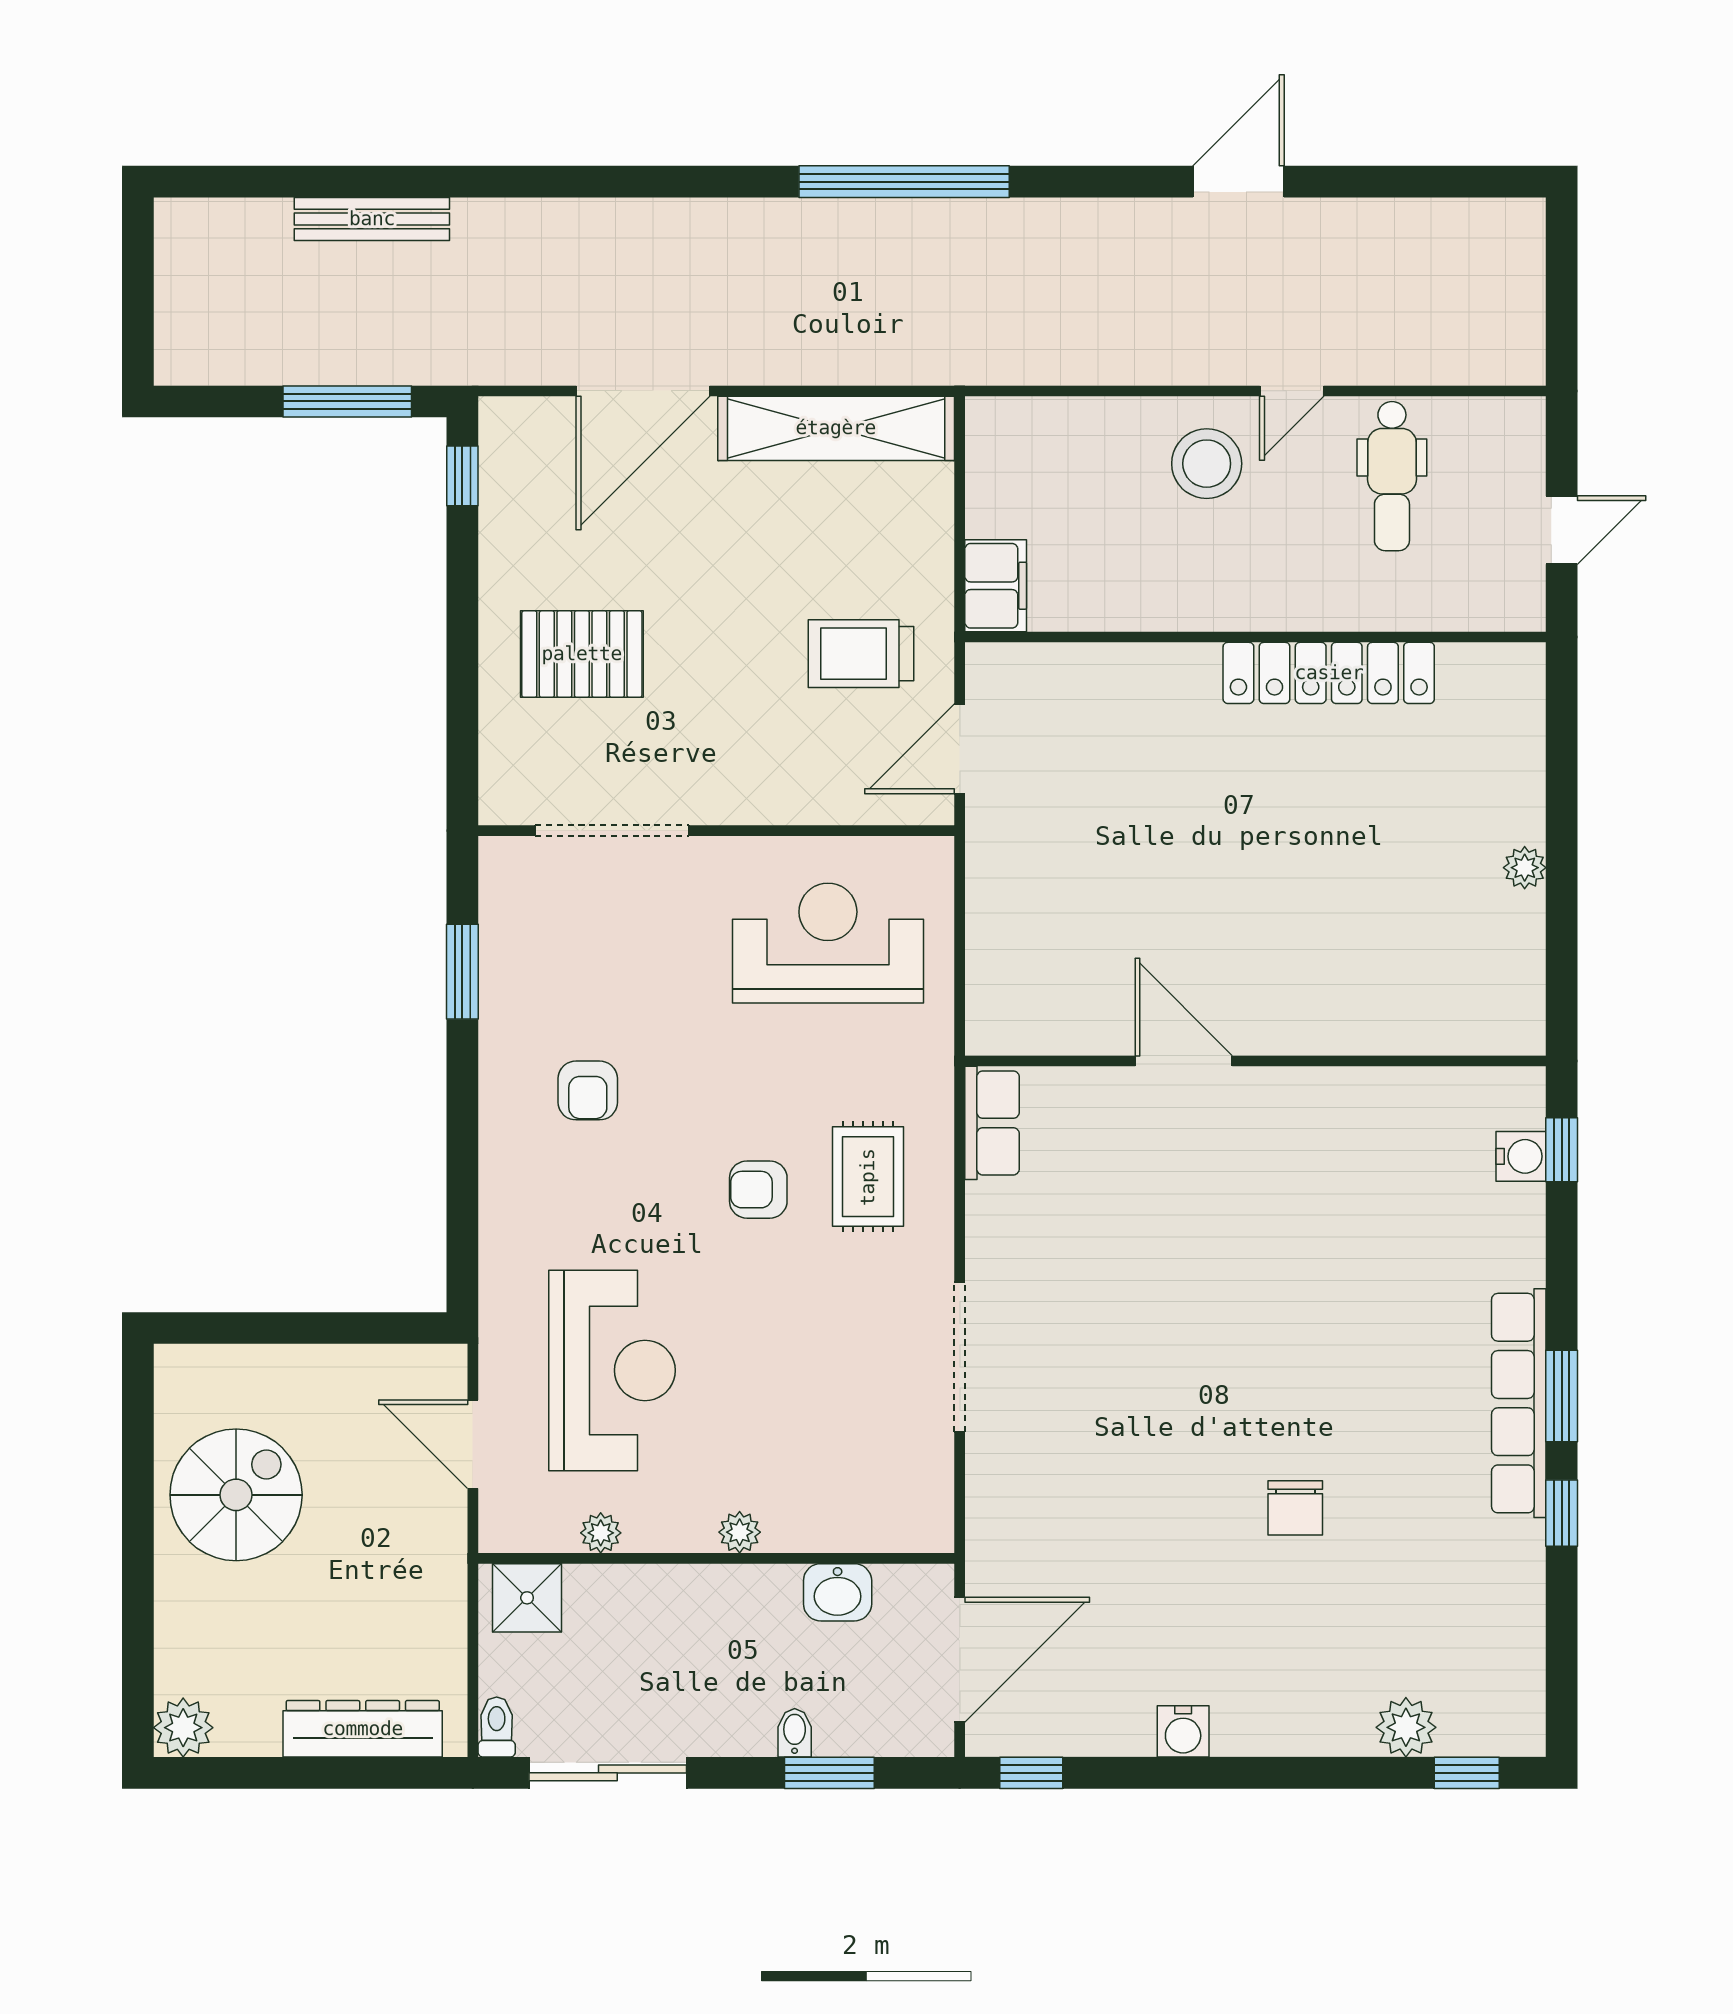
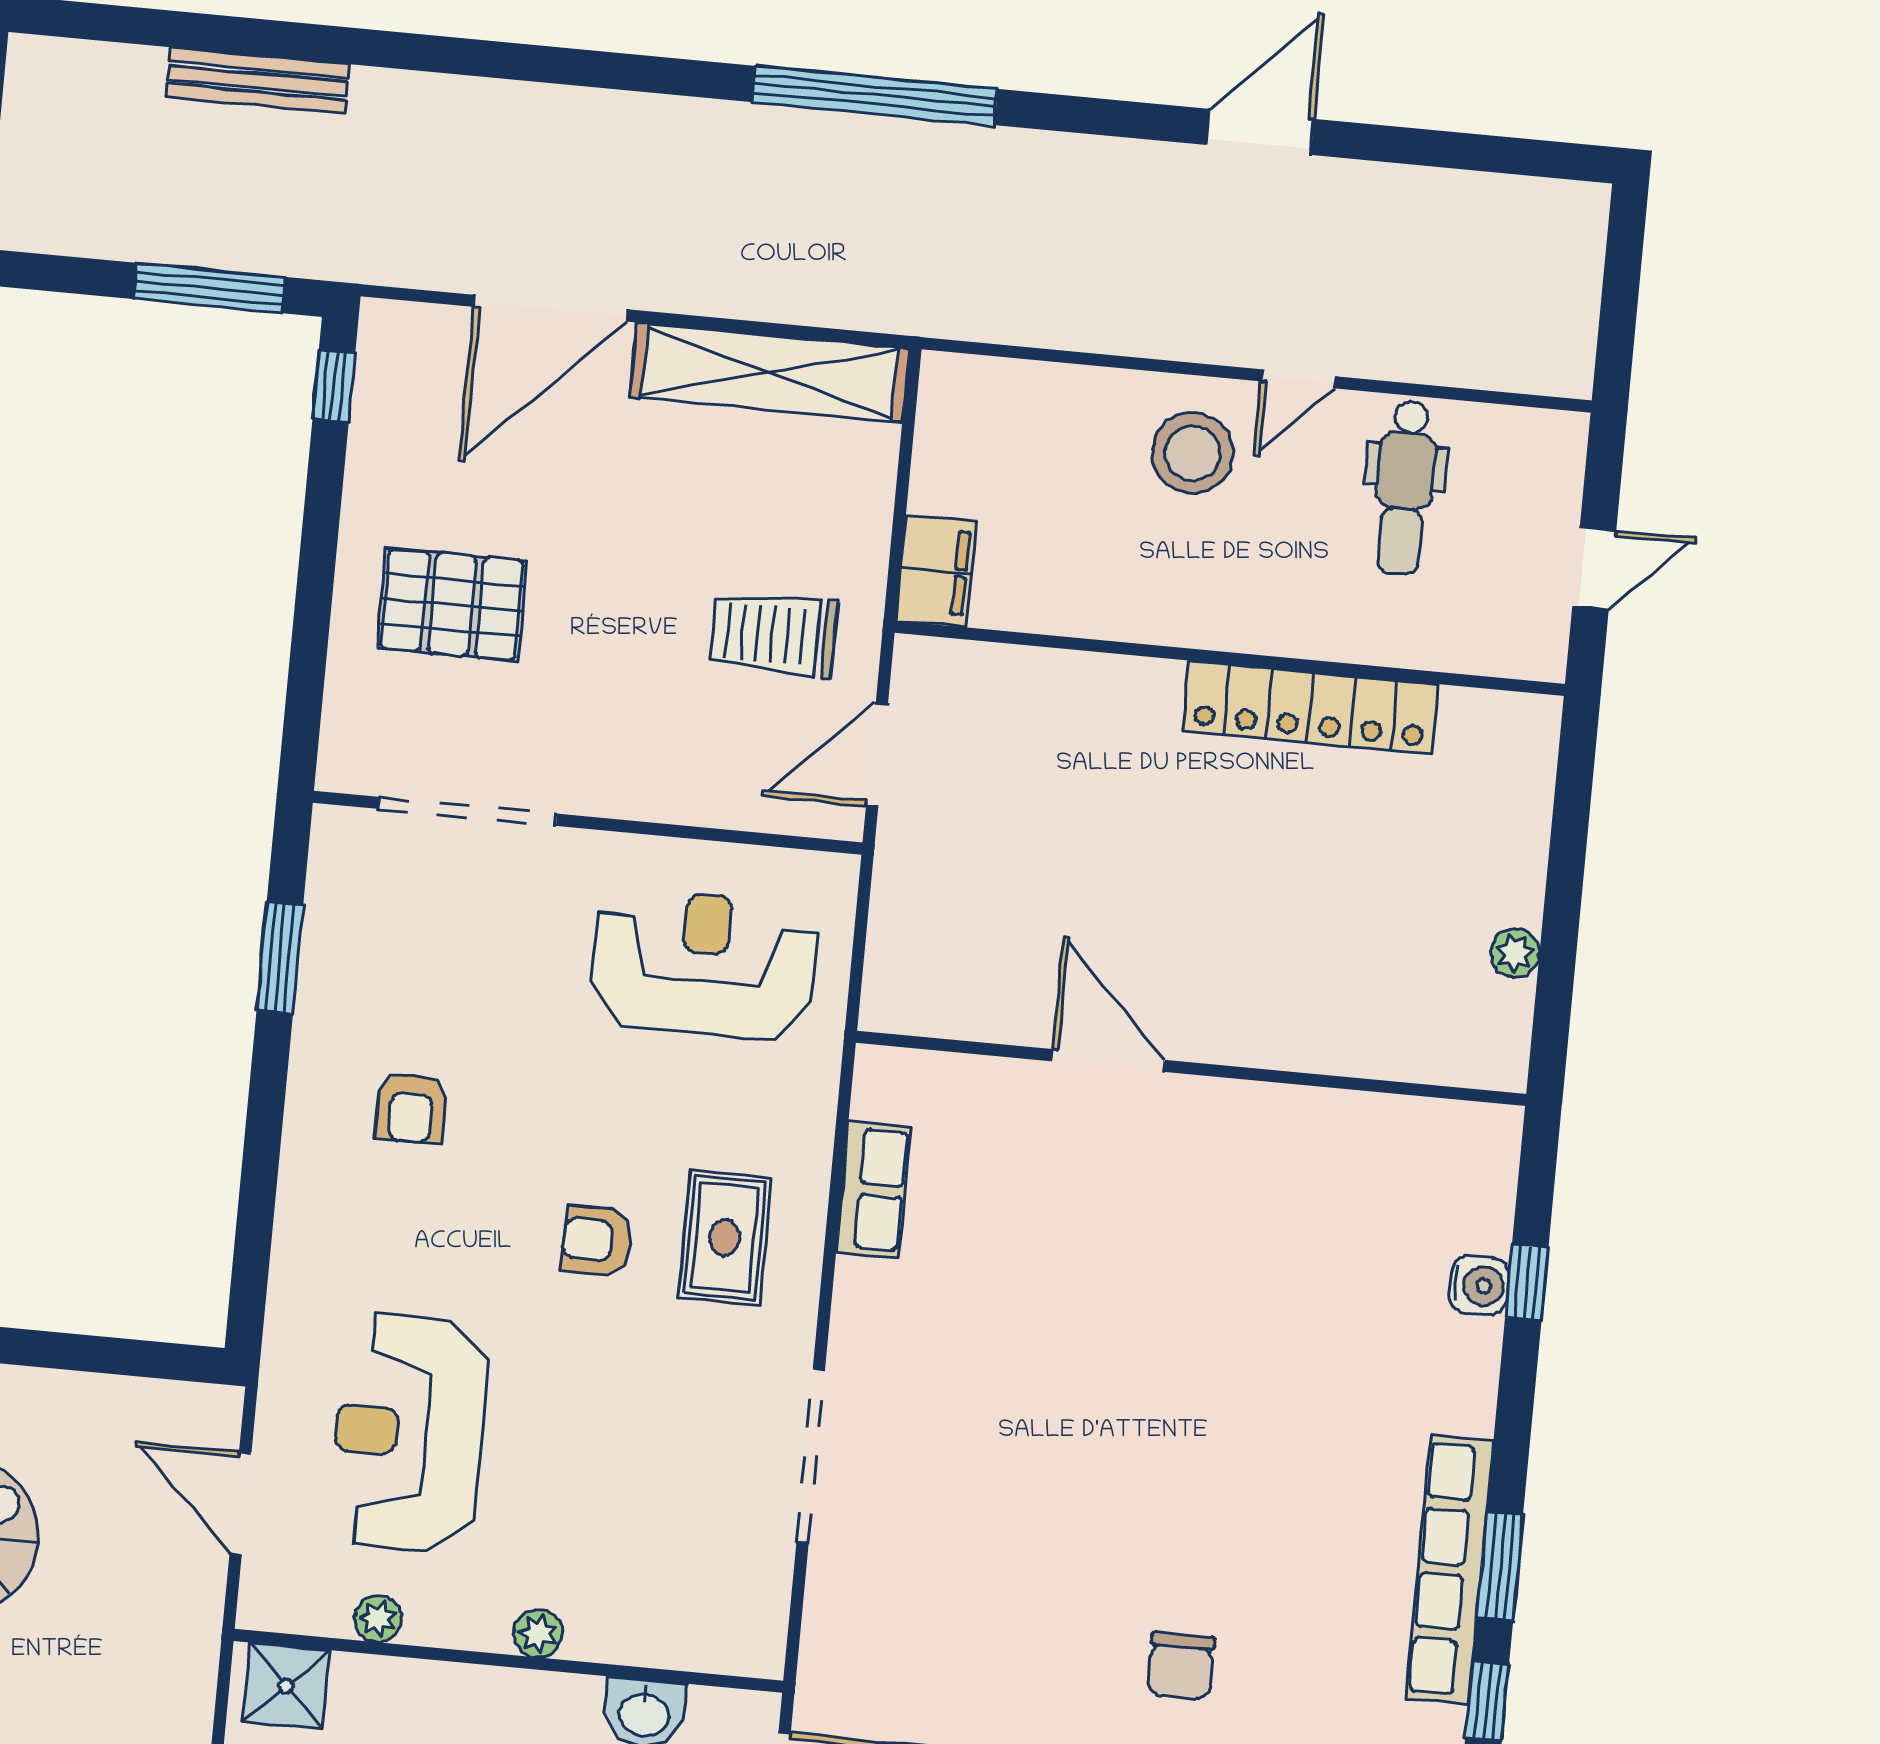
door: (1184, 1061) -> (1109, 1061), moved
wall: (1255, 1061) -> (1191, 1068), moved
reception desk: (612, 1370) -> (409, 1433), turned 180

